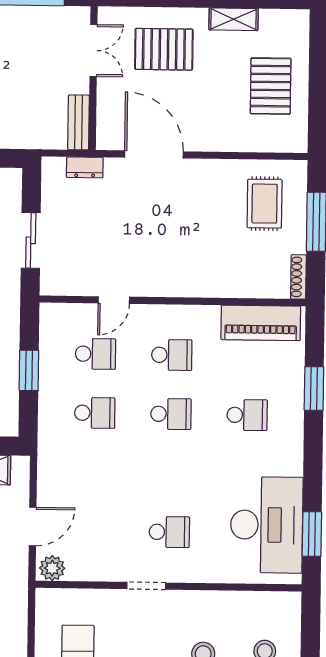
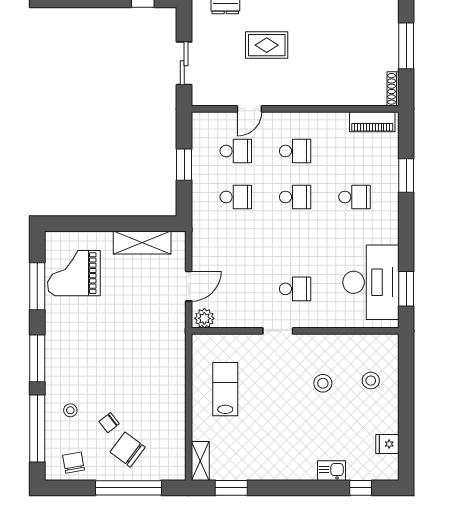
rug: (265, 204) -> (267, 45), moved, turned 90
piano: (261, 323) -> (372, 122), width x0.73, depth x0.75

